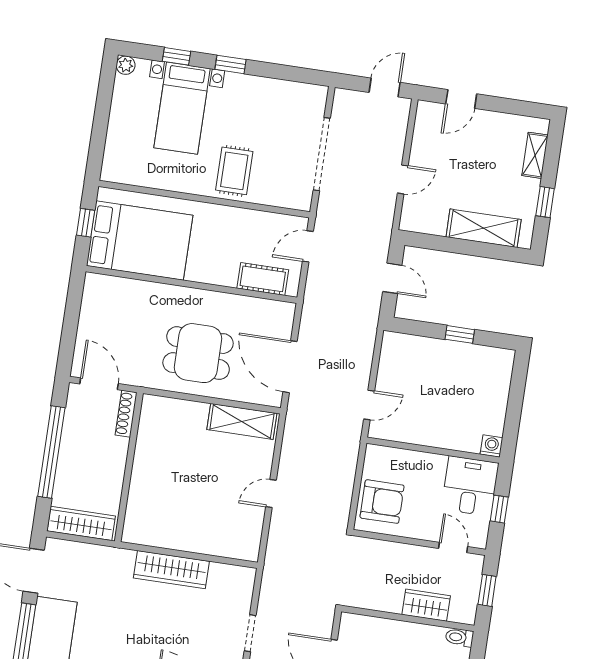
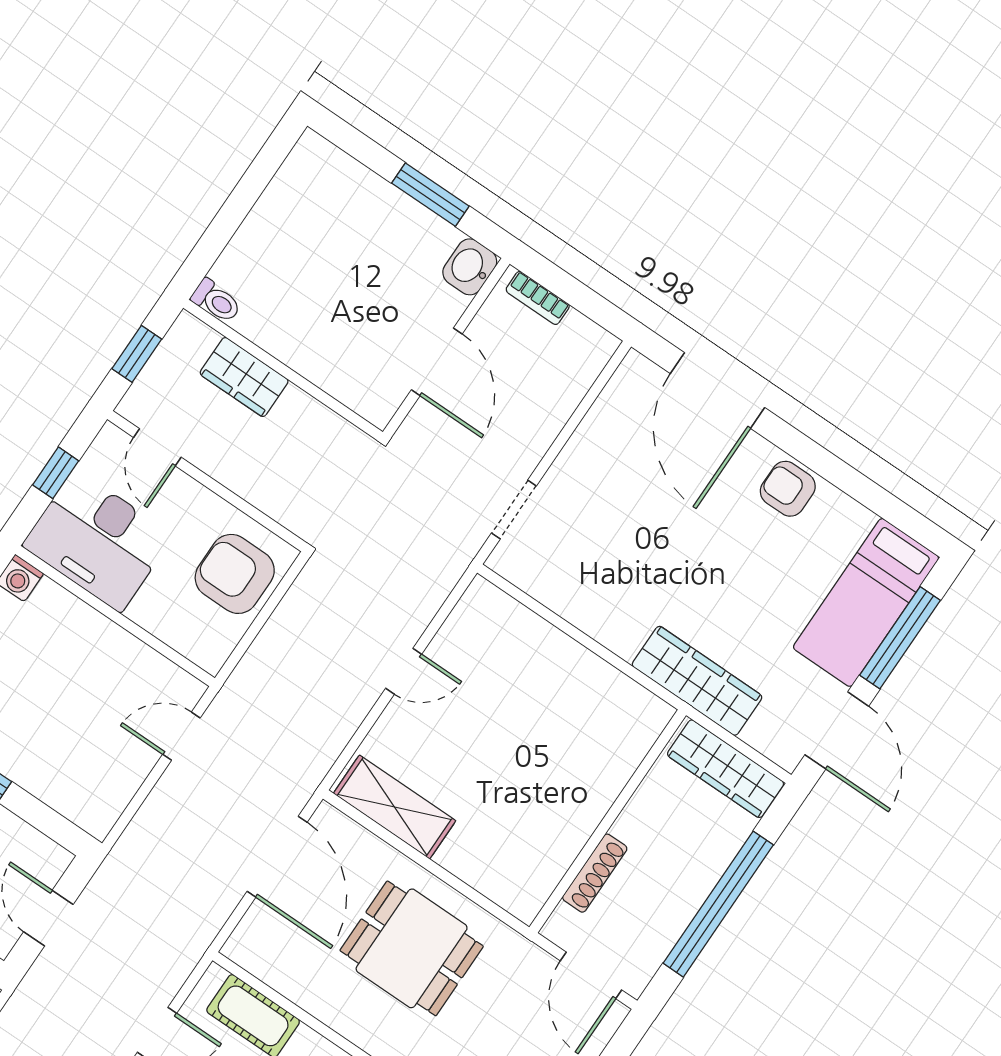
shoe rack: (126, 414) -> (595, 873), moved
desk: (470, 486) -> (98, 541), width x1.37
wardrobe: (171, 570) -> (697, 681), moved
doorway: (250, 633) -> (514, 509), moved

